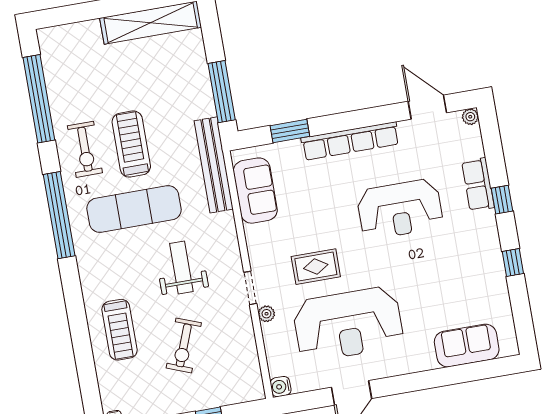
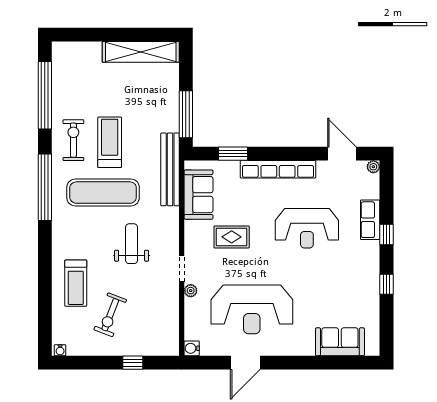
exercise bike: (85, 149) -> (73, 140), turned 180
rug: (316, 267) -> (232, 237), moved
exercise bike: (184, 345) -> (110, 315), moved

